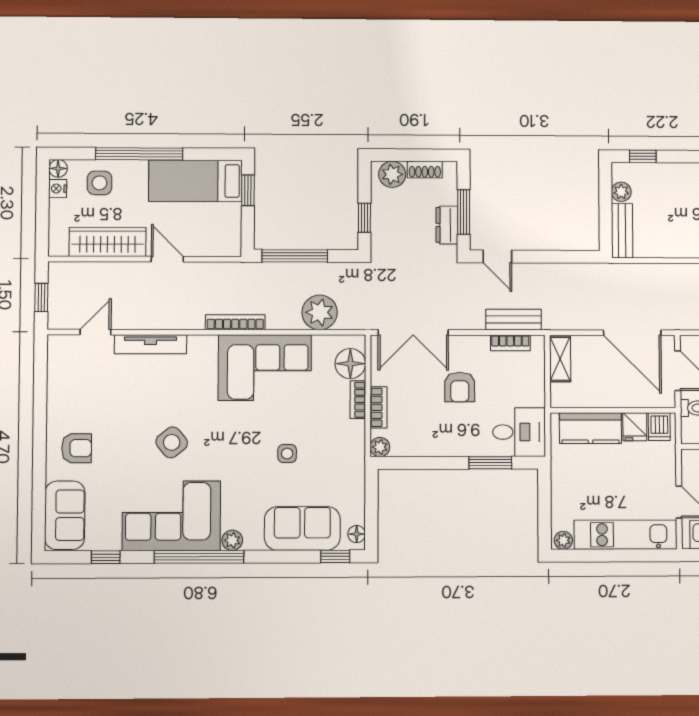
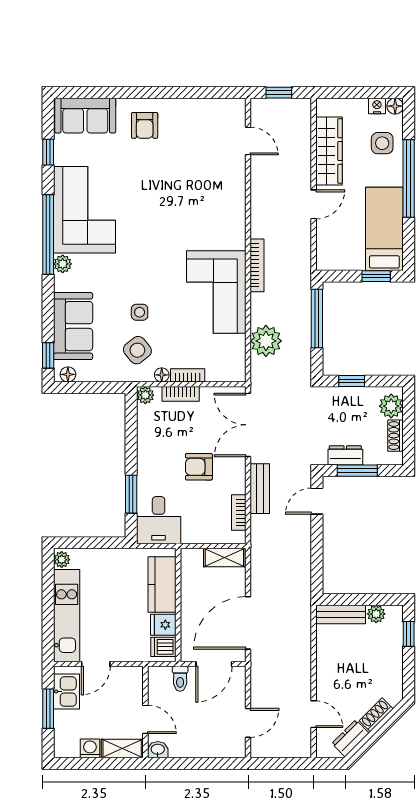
bench: (514, 320) -> (260, 489), moved
tv unit: (150, 344) -> (237, 190), removed
floor lamp: (350, 364) -> (162, 375), moved, width x0.53, depth x0.53
side table: (172, 442) -> (137, 350), moved

